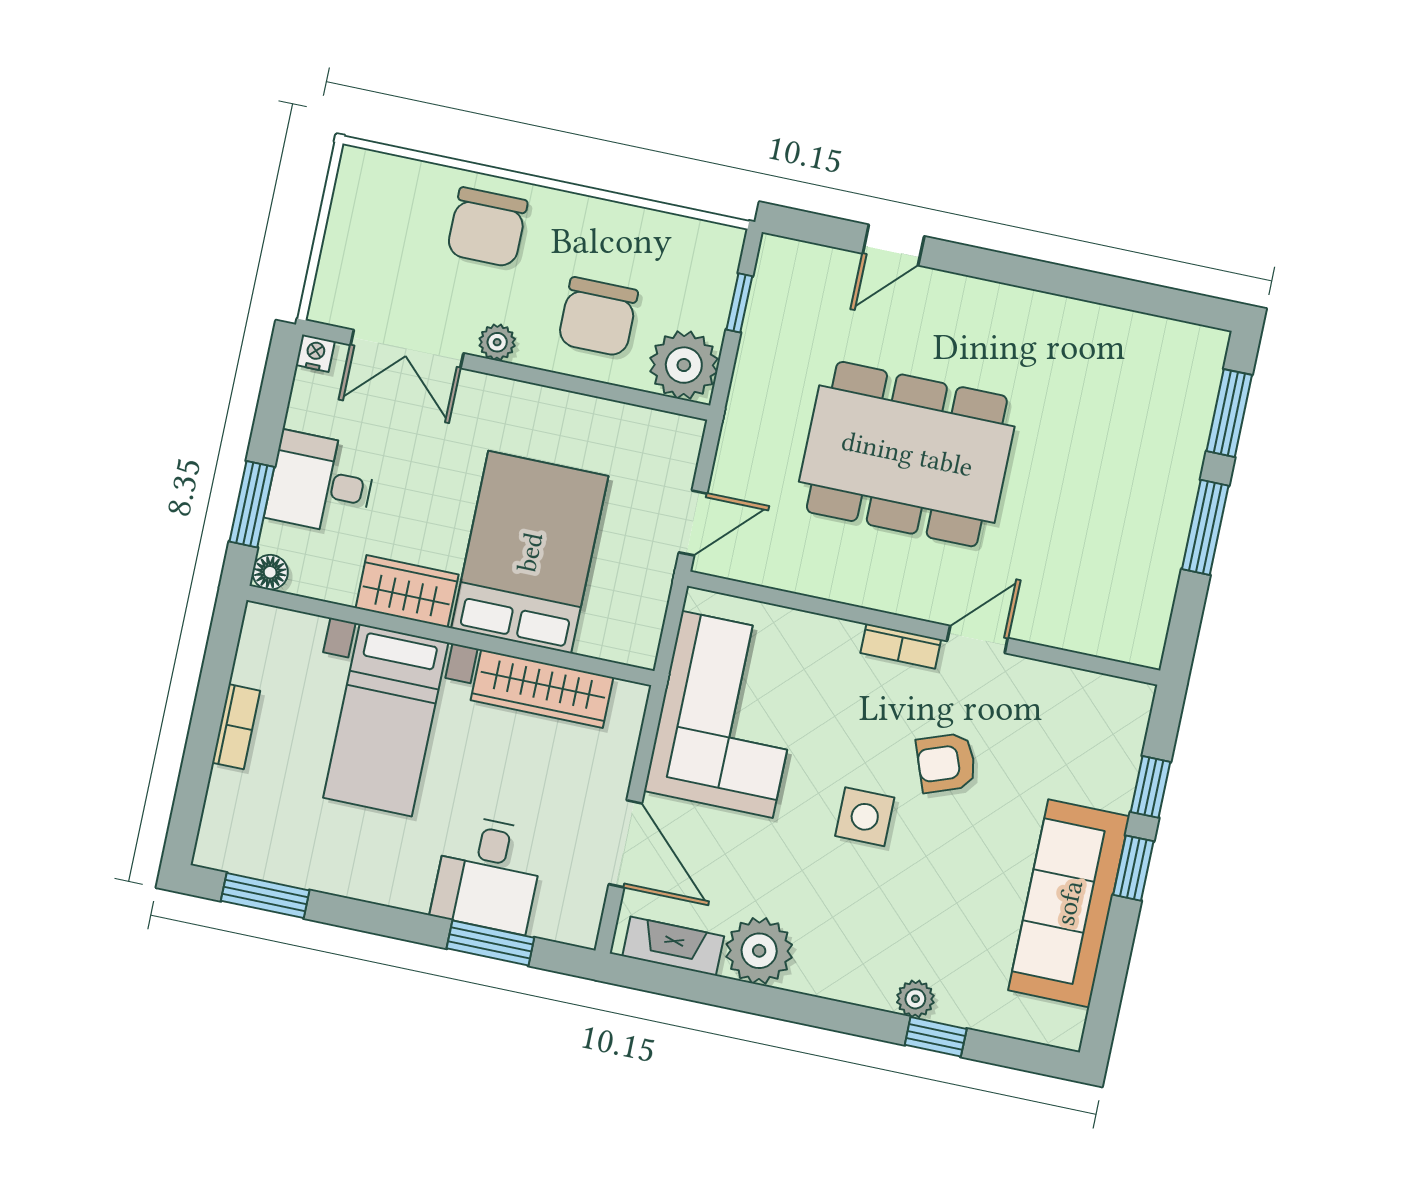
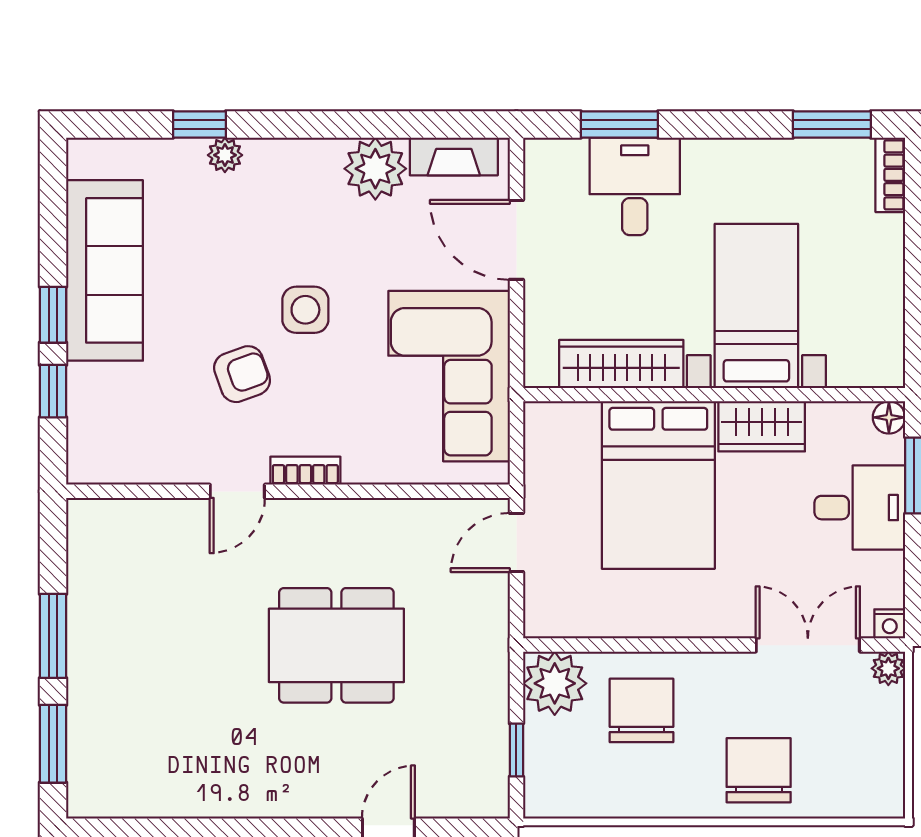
plant: (497, 342) -> (888, 668), moved
dining table: (907, 454) -> (336, 645), width x0.73, depth x0.80
bookcase: (236, 727) -> (890, 175), moved

